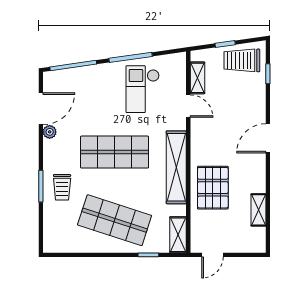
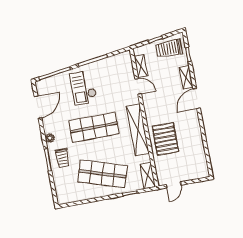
checkout: (143, 89) -> (84, 88), moved
plant: (50, 132) -> (50, 138), moved
shelving: (258, 210) -> (186, 77), moved

